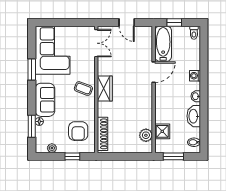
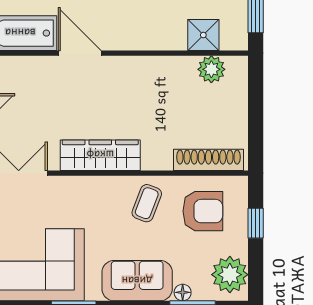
wardrobe: (105, 88) -> (100, 155), width x1.50
coffee table: (83, 89) -> (147, 203), moved
plant: (52, 148) -> (230, 275), width x1.88, depth x1.88

